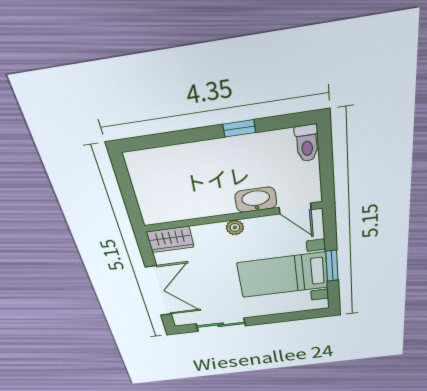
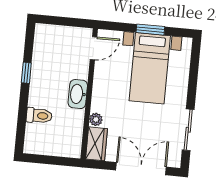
toilet: (307, 143) -> (39, 116), moved
washbasin: (256, 200) -> (78, 94), moved
plant: (235, 227) -> (96, 119), moved

